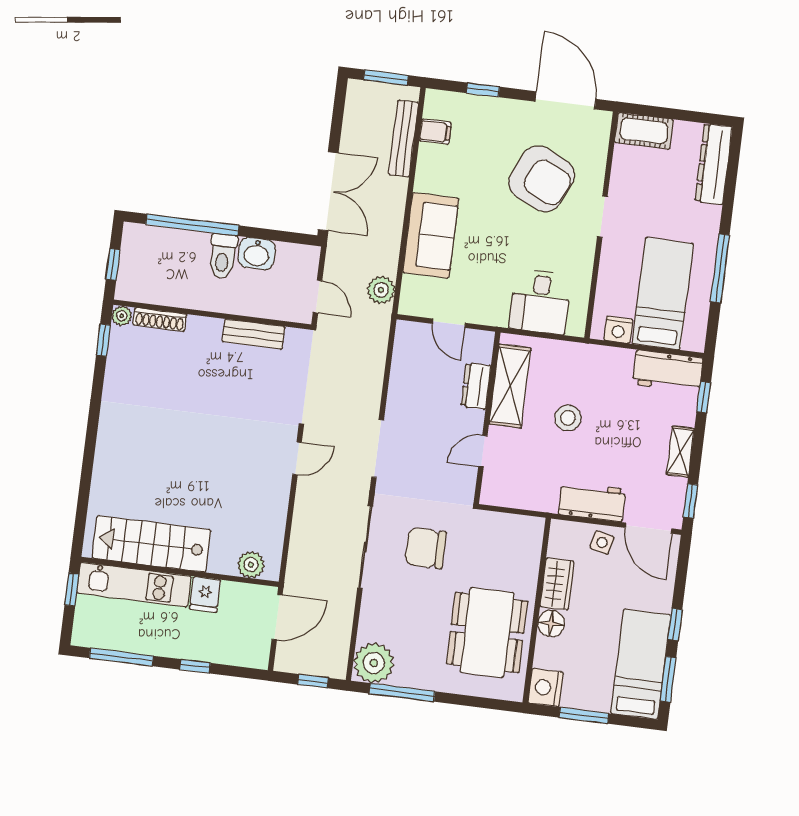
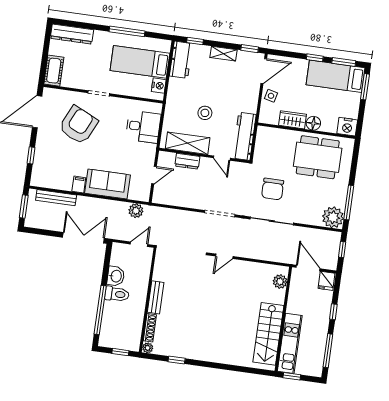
filing cabinet: (435, 132) -> (79, 185), moved
bench: (253, 334) -> (156, 297), moved
window: (103, 340) -> (177, 360), moved
door: (297, 458) -> (224, 256), swing flipped
workbench: (592, 502) -> (244, 136), moved, width x1.38
fridge: (205, 594) -> (326, 281), moved, turned 90
window: (584, 715) -> (365, 87), moved

